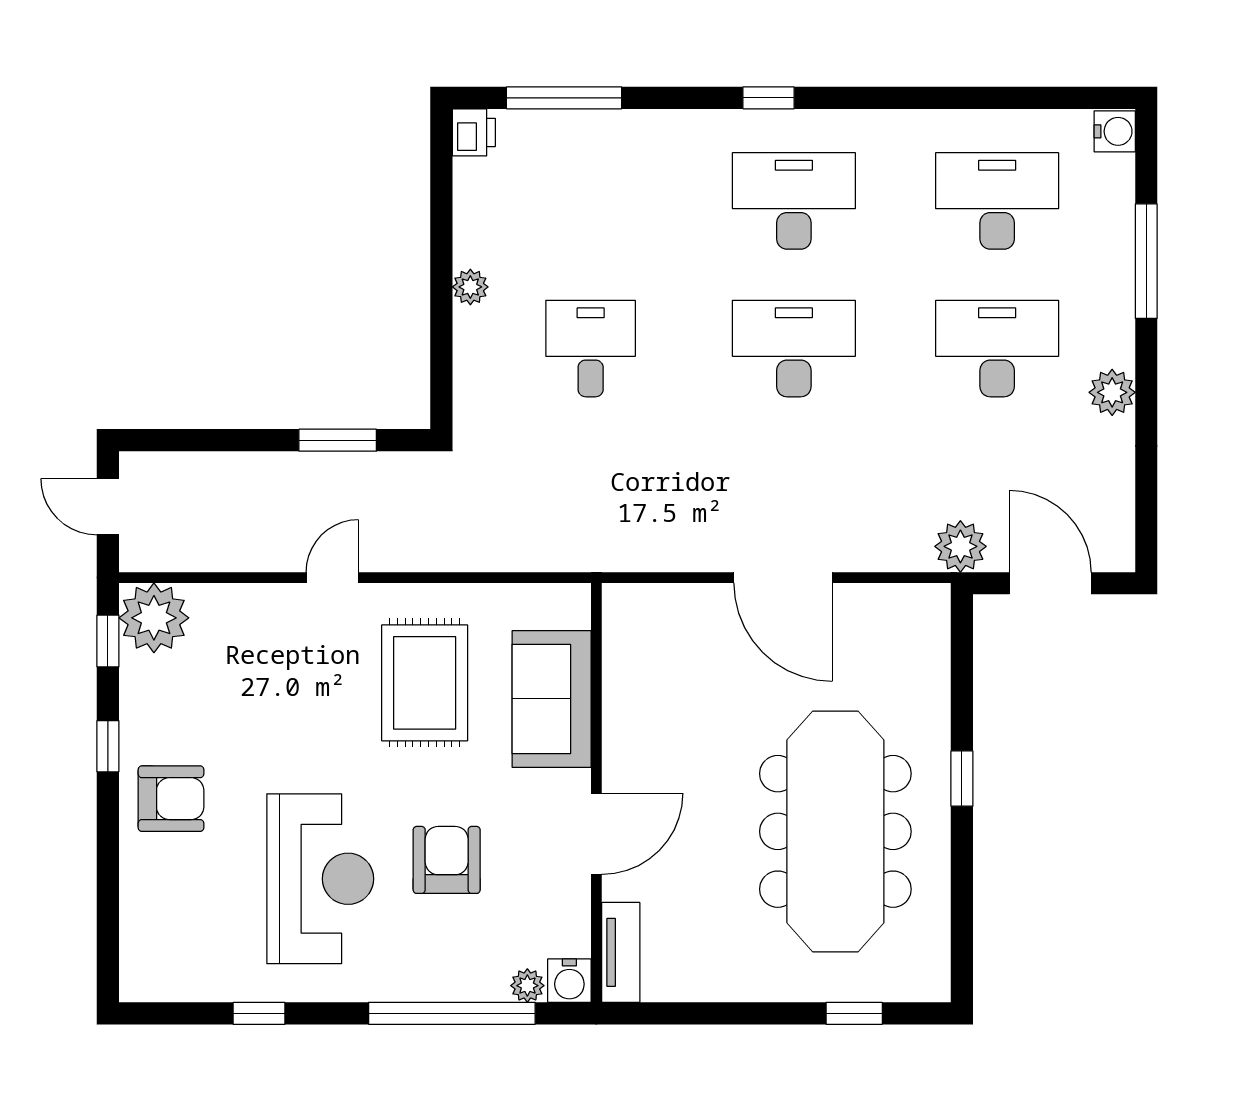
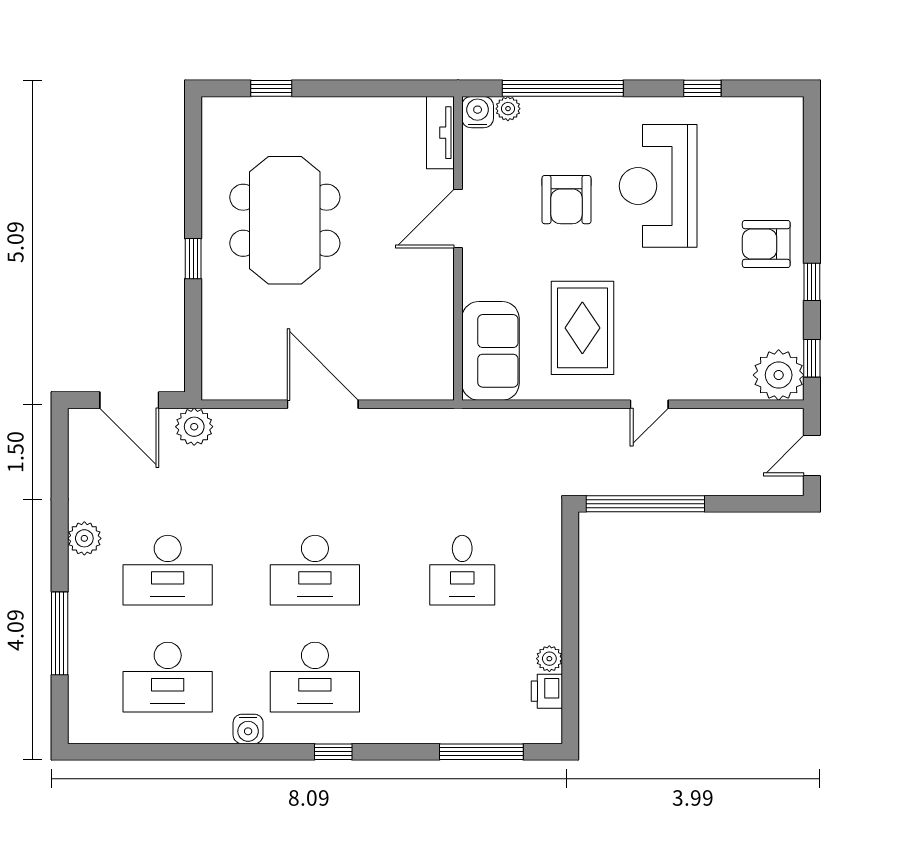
water cooler: (1115, 131) -> (248, 729), moved, turned -90
printer: (474, 132) -> (547, 691), moved
plant: (470, 287) -> (549, 659), moved
window: (338, 440) -> (645, 504), width x2.11
door: (108, 507) -> (812, 455), swing flipped
sofa: (552, 699) -> (490, 351), moved
meeting table: (835, 831) -> (285, 220), width x0.73

